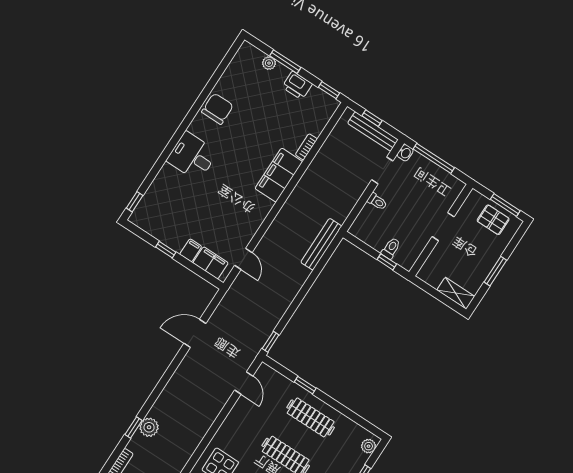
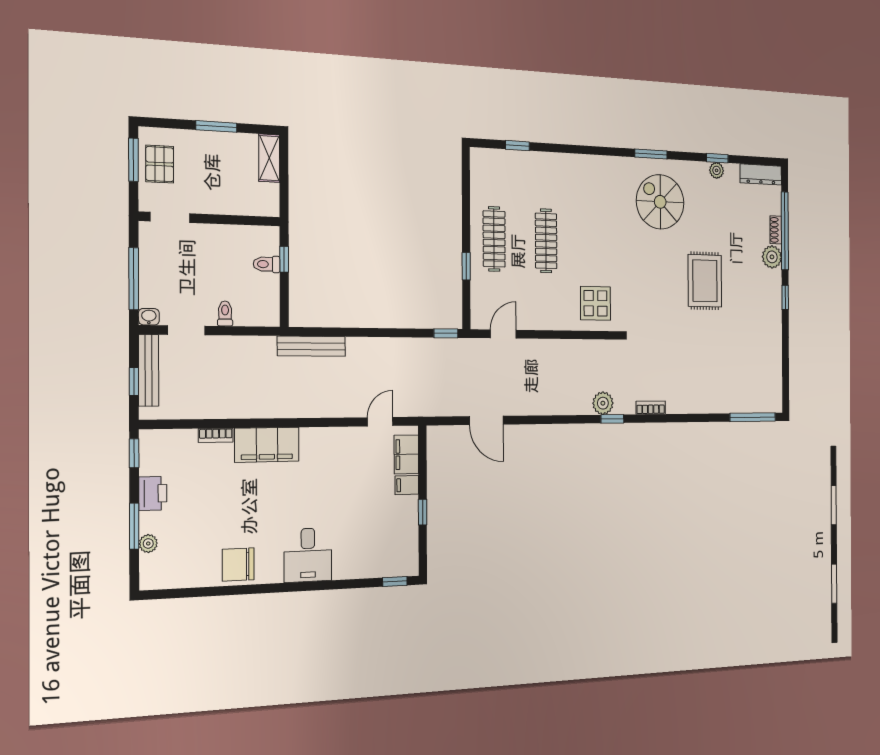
doorway: (443, 227) -> (170, 217), moved
plant: (369, 446) -> (485, 157), removed

